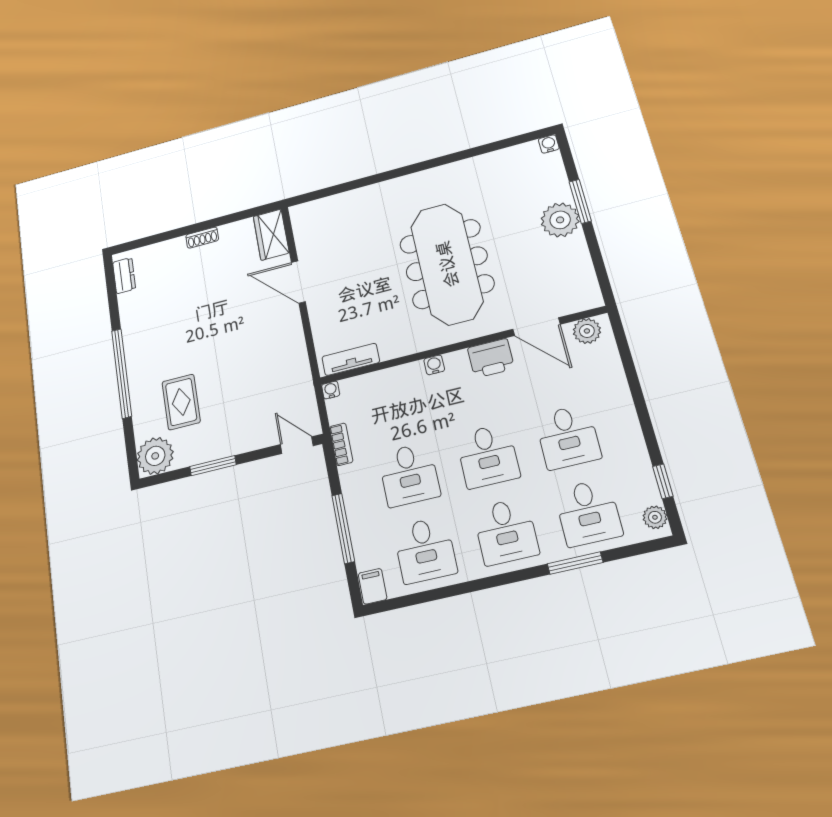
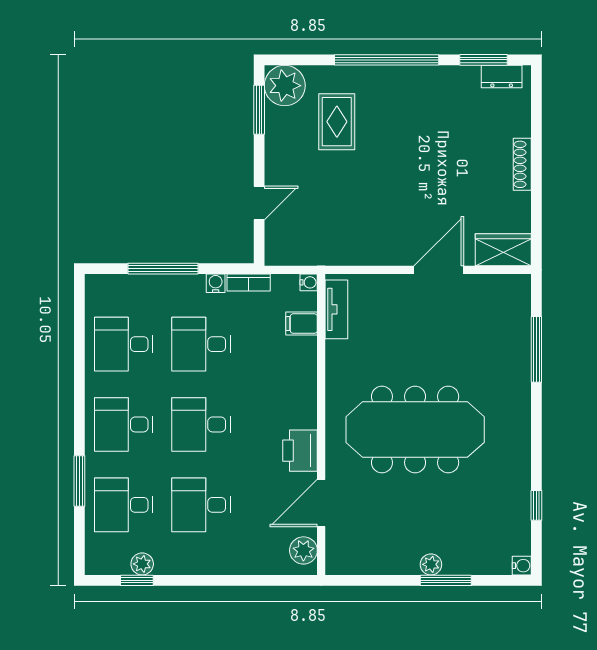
window: (491, 147) -> (536, 505), added
window: (352, 185) -> (536, 349), added
plant: (560, 220) -> (431, 564), width x0.53, depth x0.53
shoe rack: (202, 238) -> (522, 164), width x1.43
window: (112, 294) -> (484, 60), added
water cooler: (434, 365) -> (216, 283), moved, turned -90
rug: (181, 402) -> (337, 122), turned 90
door: (297, 445) -> (259, 203), moved
window: (213, 466) -> (259, 110), moved
plant: (655, 517) -> (142, 564), moved
filing cabinet: (373, 586) -> (302, 324), moved, turned 180

